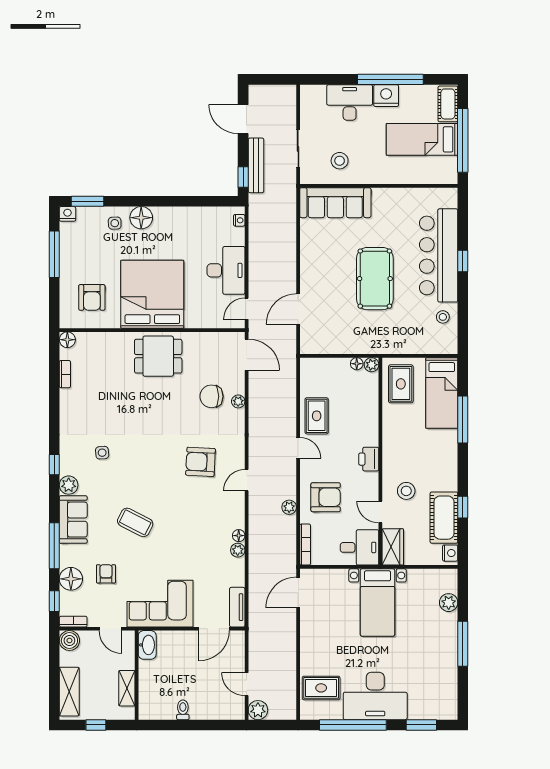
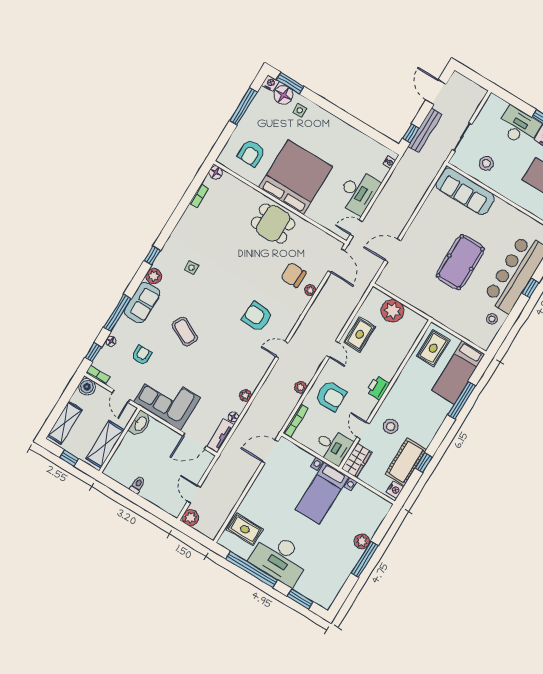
floor lamp: (141, 218) -> (283, 95), moved
floor lamp: (357, 364) -> (411, 315), removed
plant: (371, 365) -> (392, 311), moved, width x1.88, depth x1.88
floor lamp: (239, 536) -> (233, 417), moved
floor lamp: (71, 579) -> (111, 341), width x0.53, depth x0.53
plant: (449, 603) -> (362, 541), moved
shelving: (127, 688) -> (105, 444), width x1.50, depth x1.33

